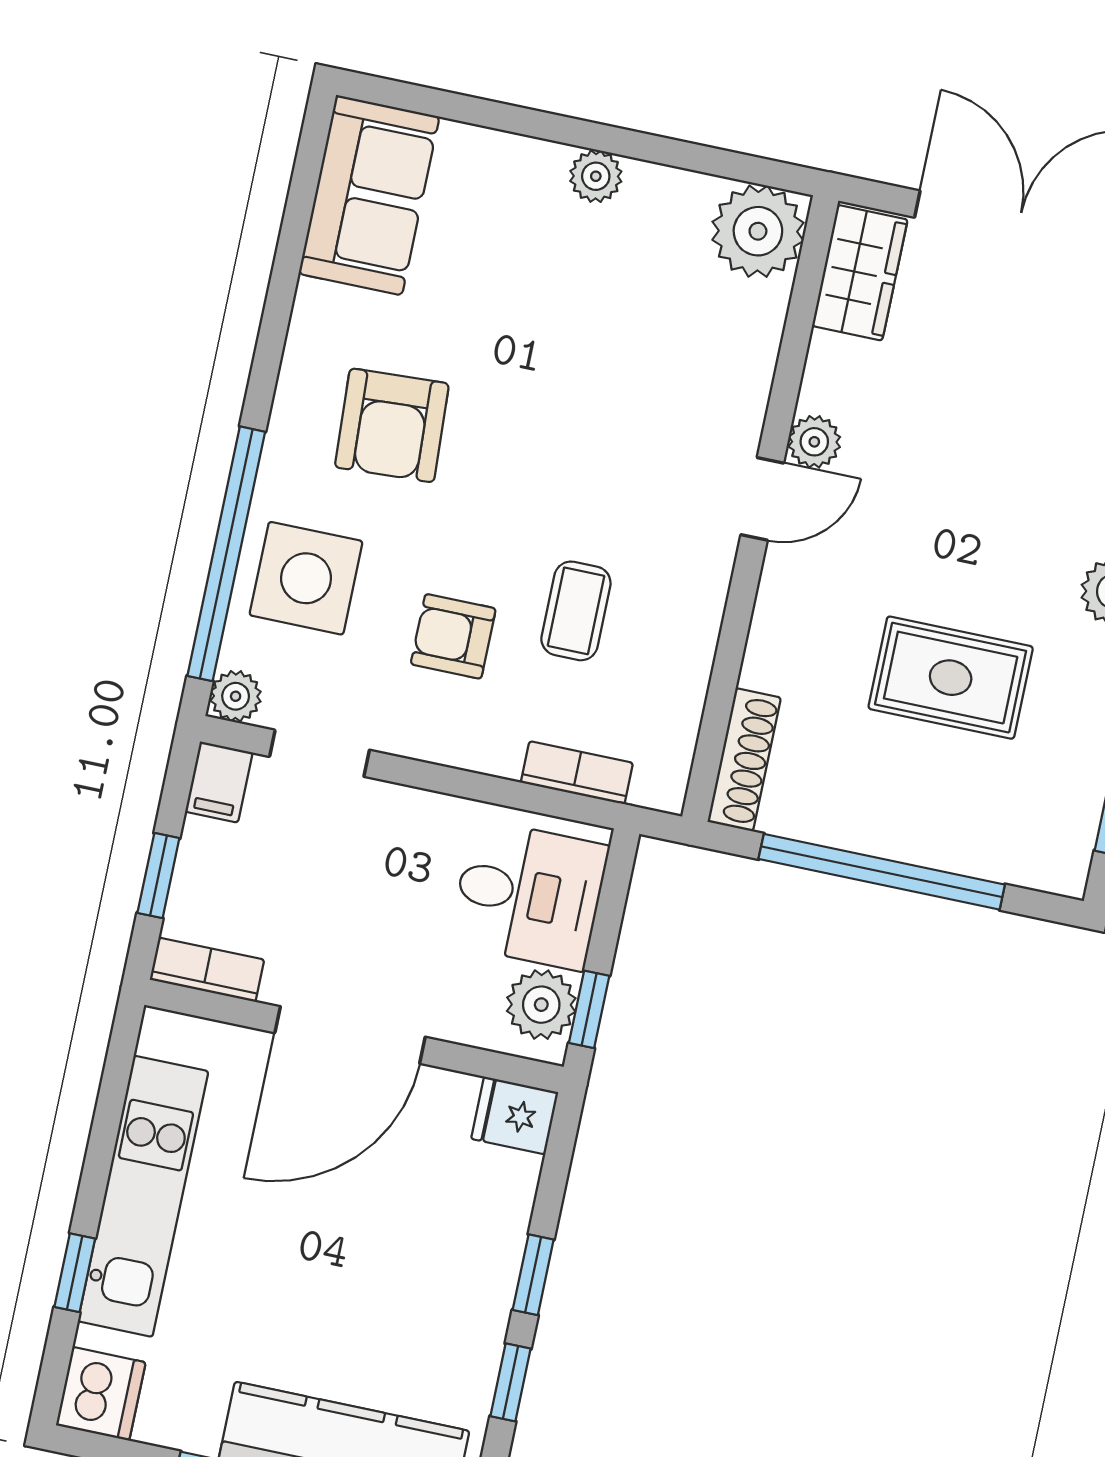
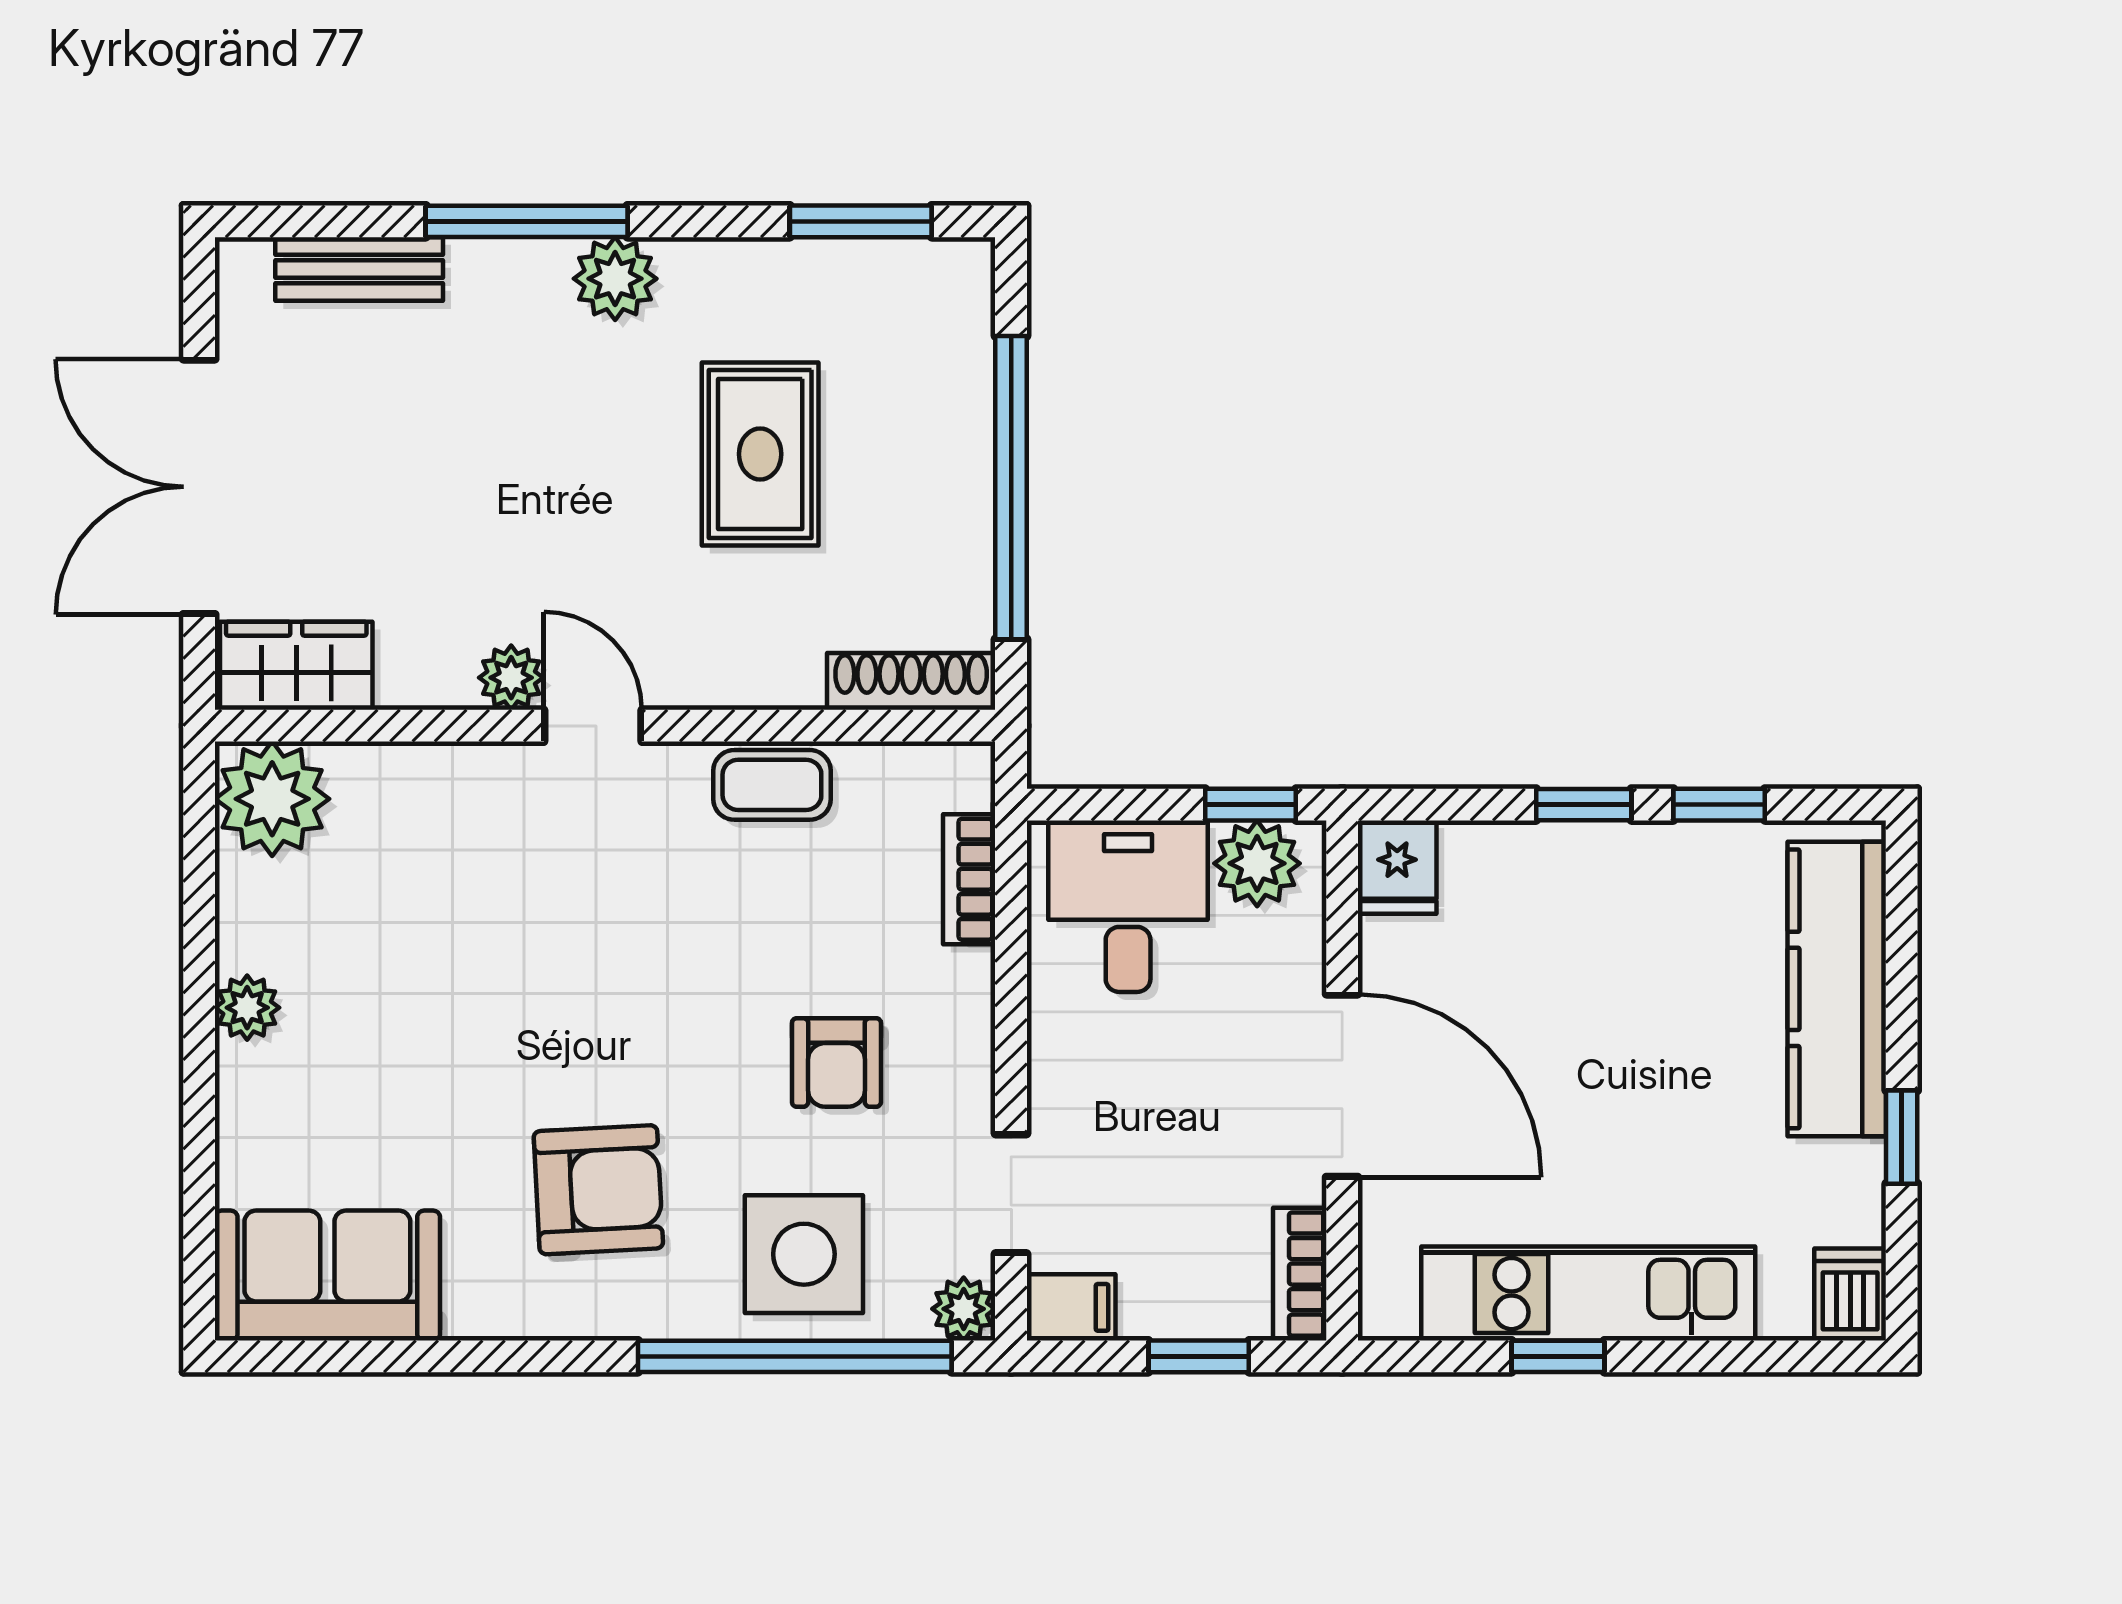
coffee table: (576, 611) -> (772, 785), moved
window: (75, 1273) -> (1558, 1356), moved
dishwasher: (101, 1394) -> (1850, 1294), width x0.73

